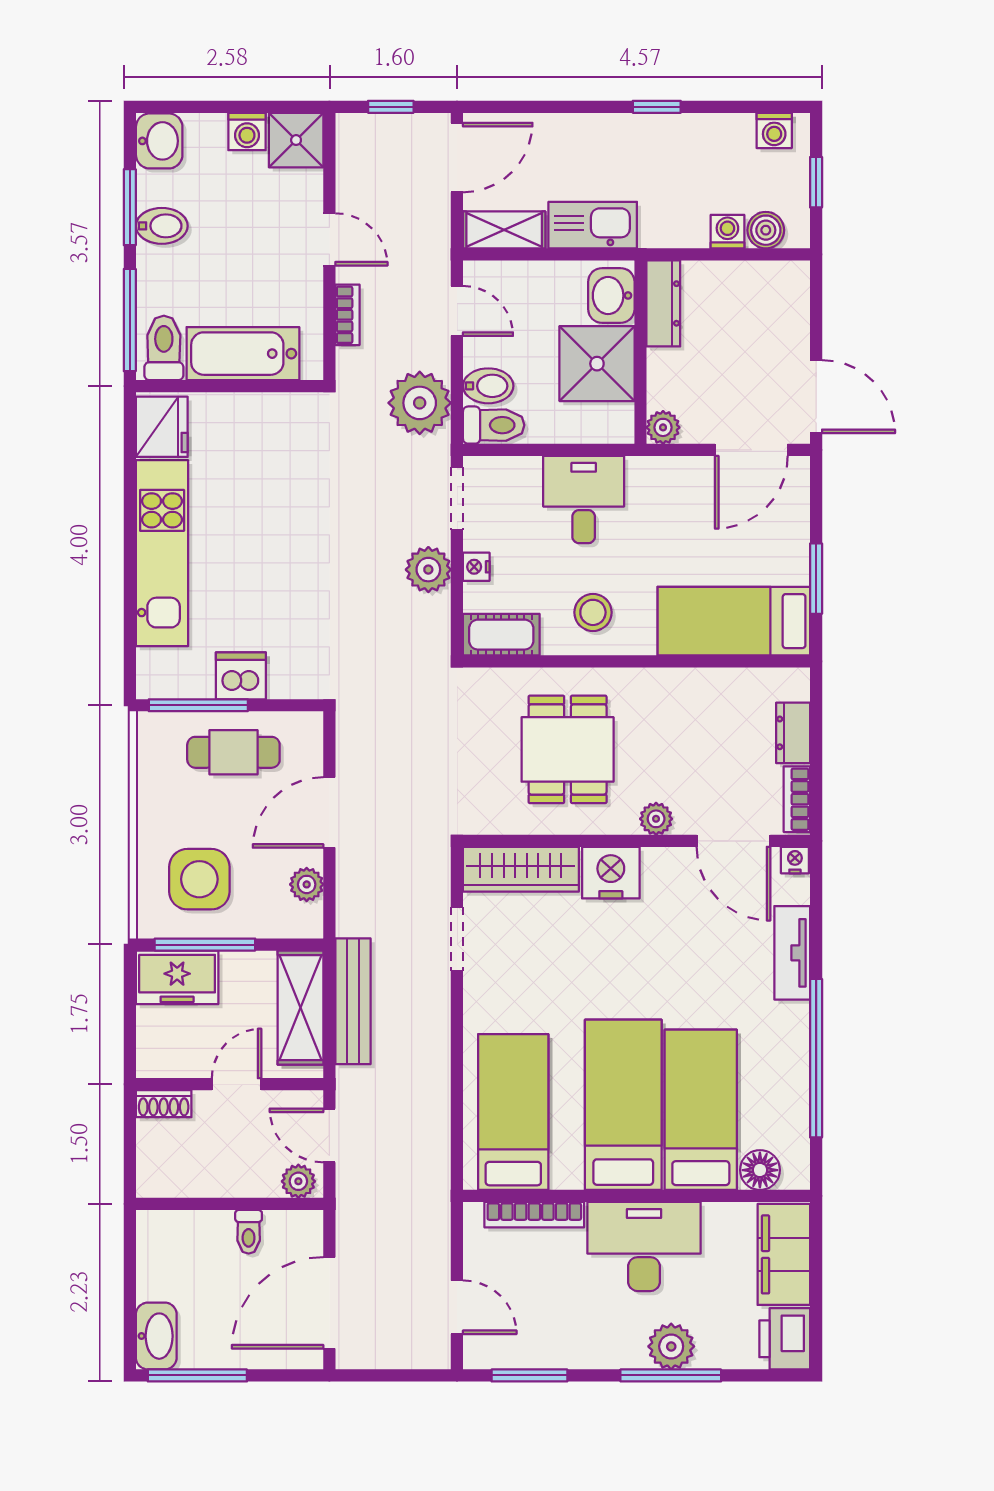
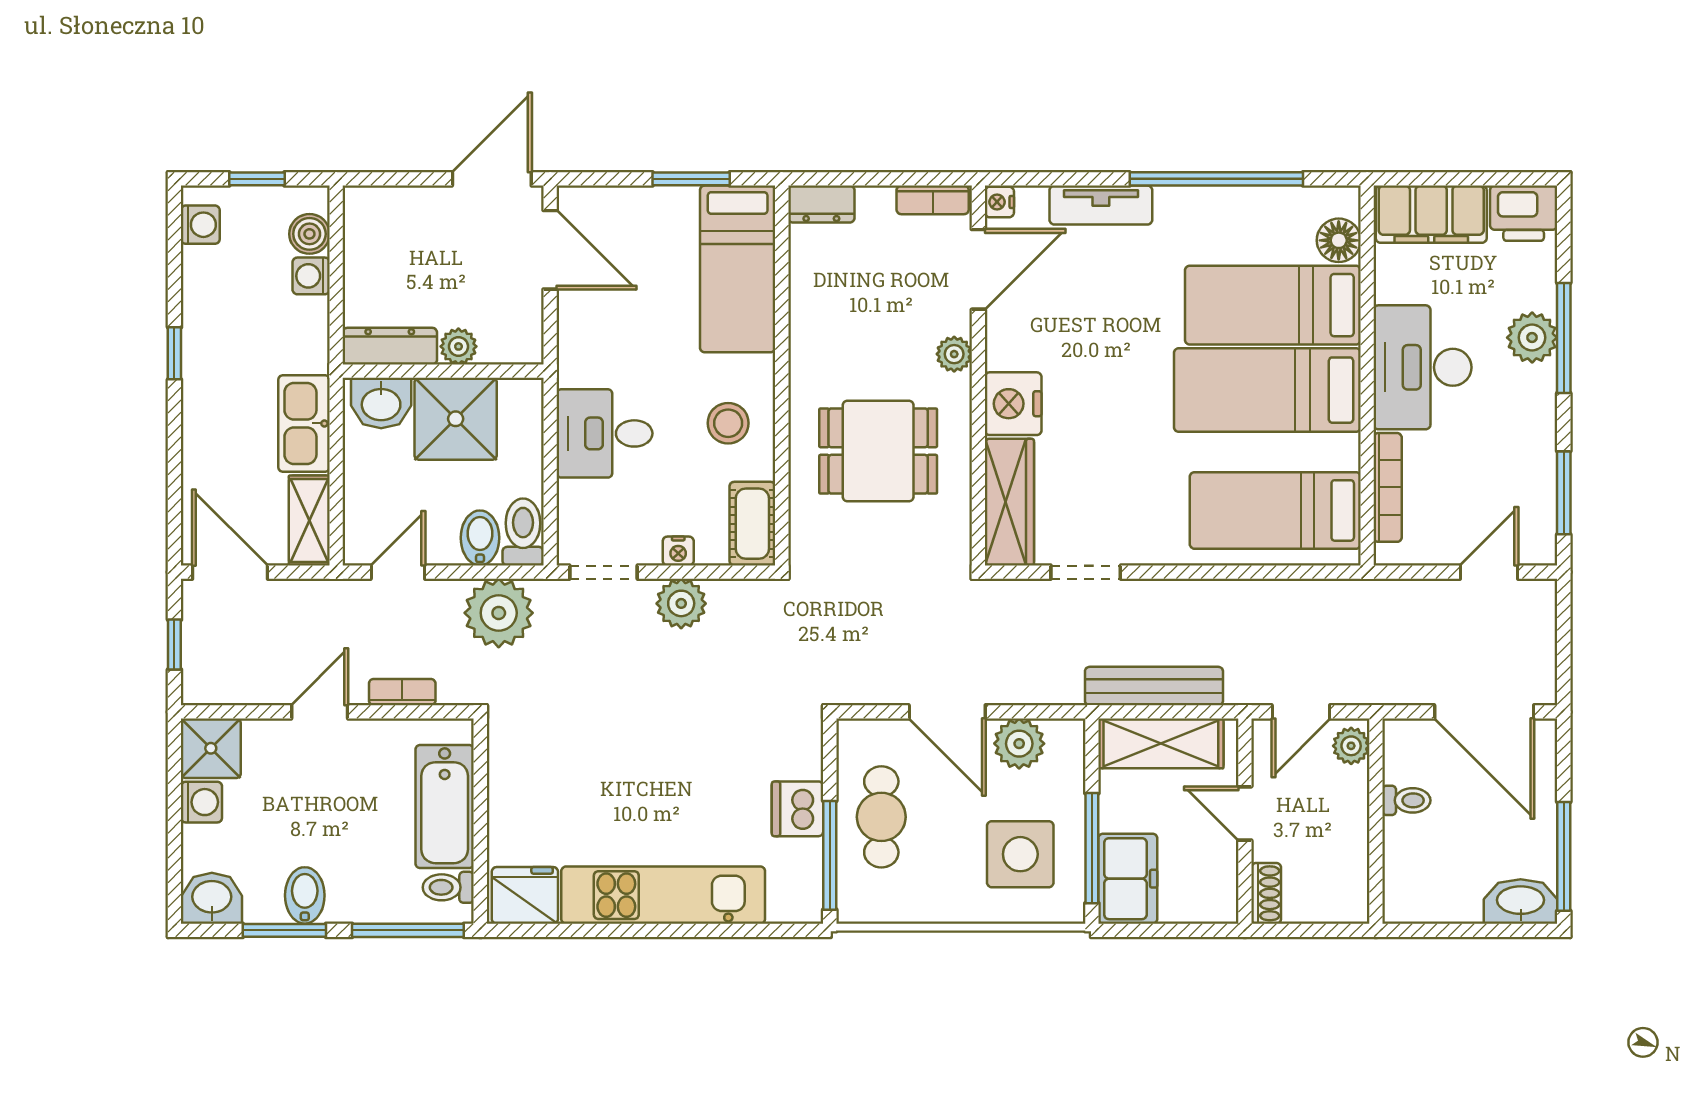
toilet: (164, 348) -> (448, 887), width x0.73, depth x0.72
plant: (663, 427) -> (458, 346), moved
dresser: (793, 733) -> (821, 204), moved
plant: (307, 884) -> (1019, 744), width x1.38, depth x1.38

